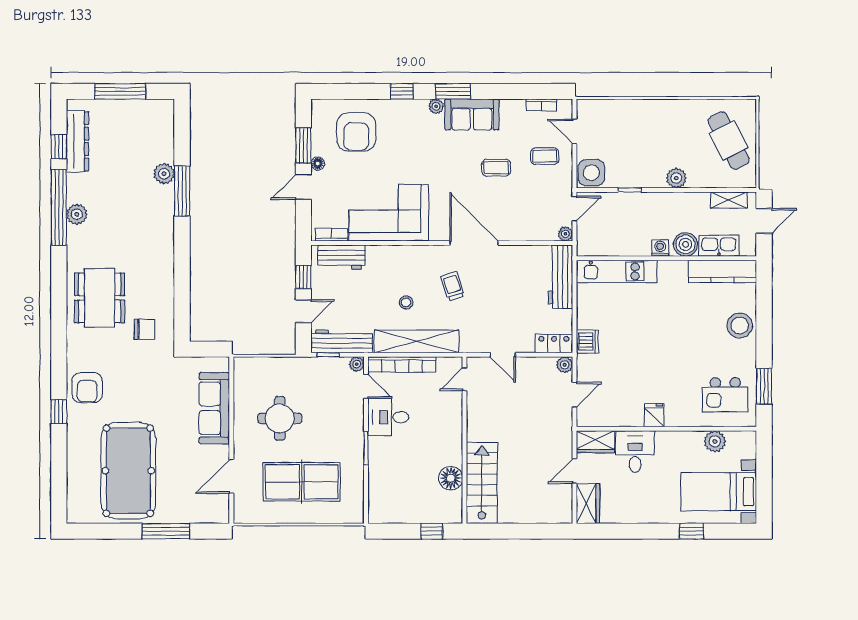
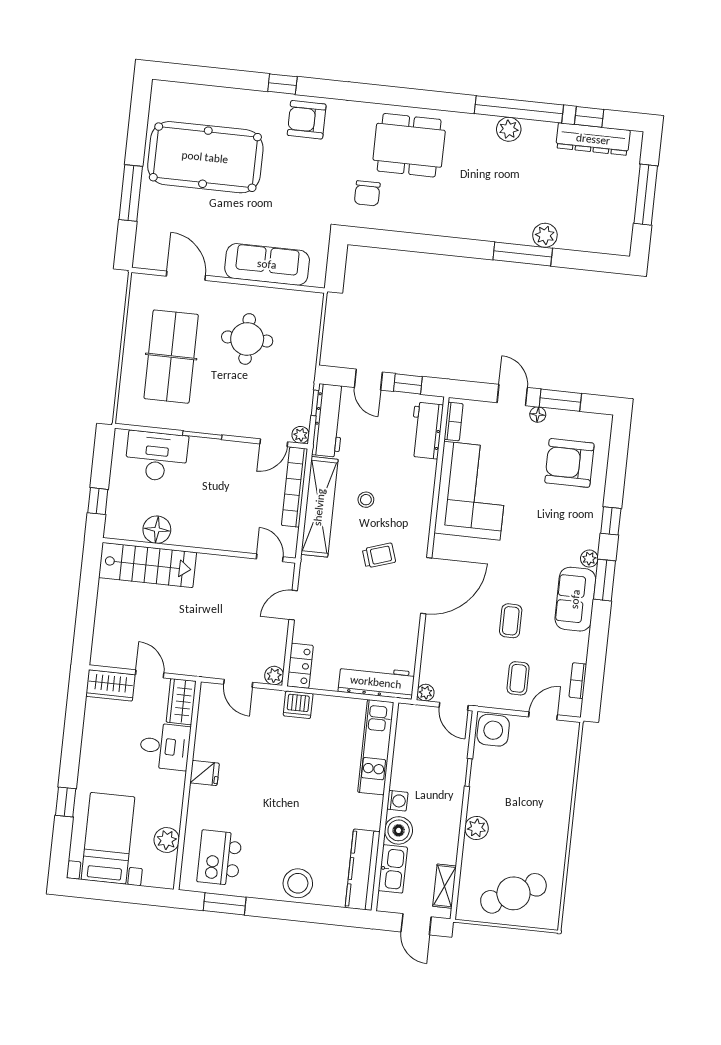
desk: (388, 417) -> (157, 456), moved, width x1.37

